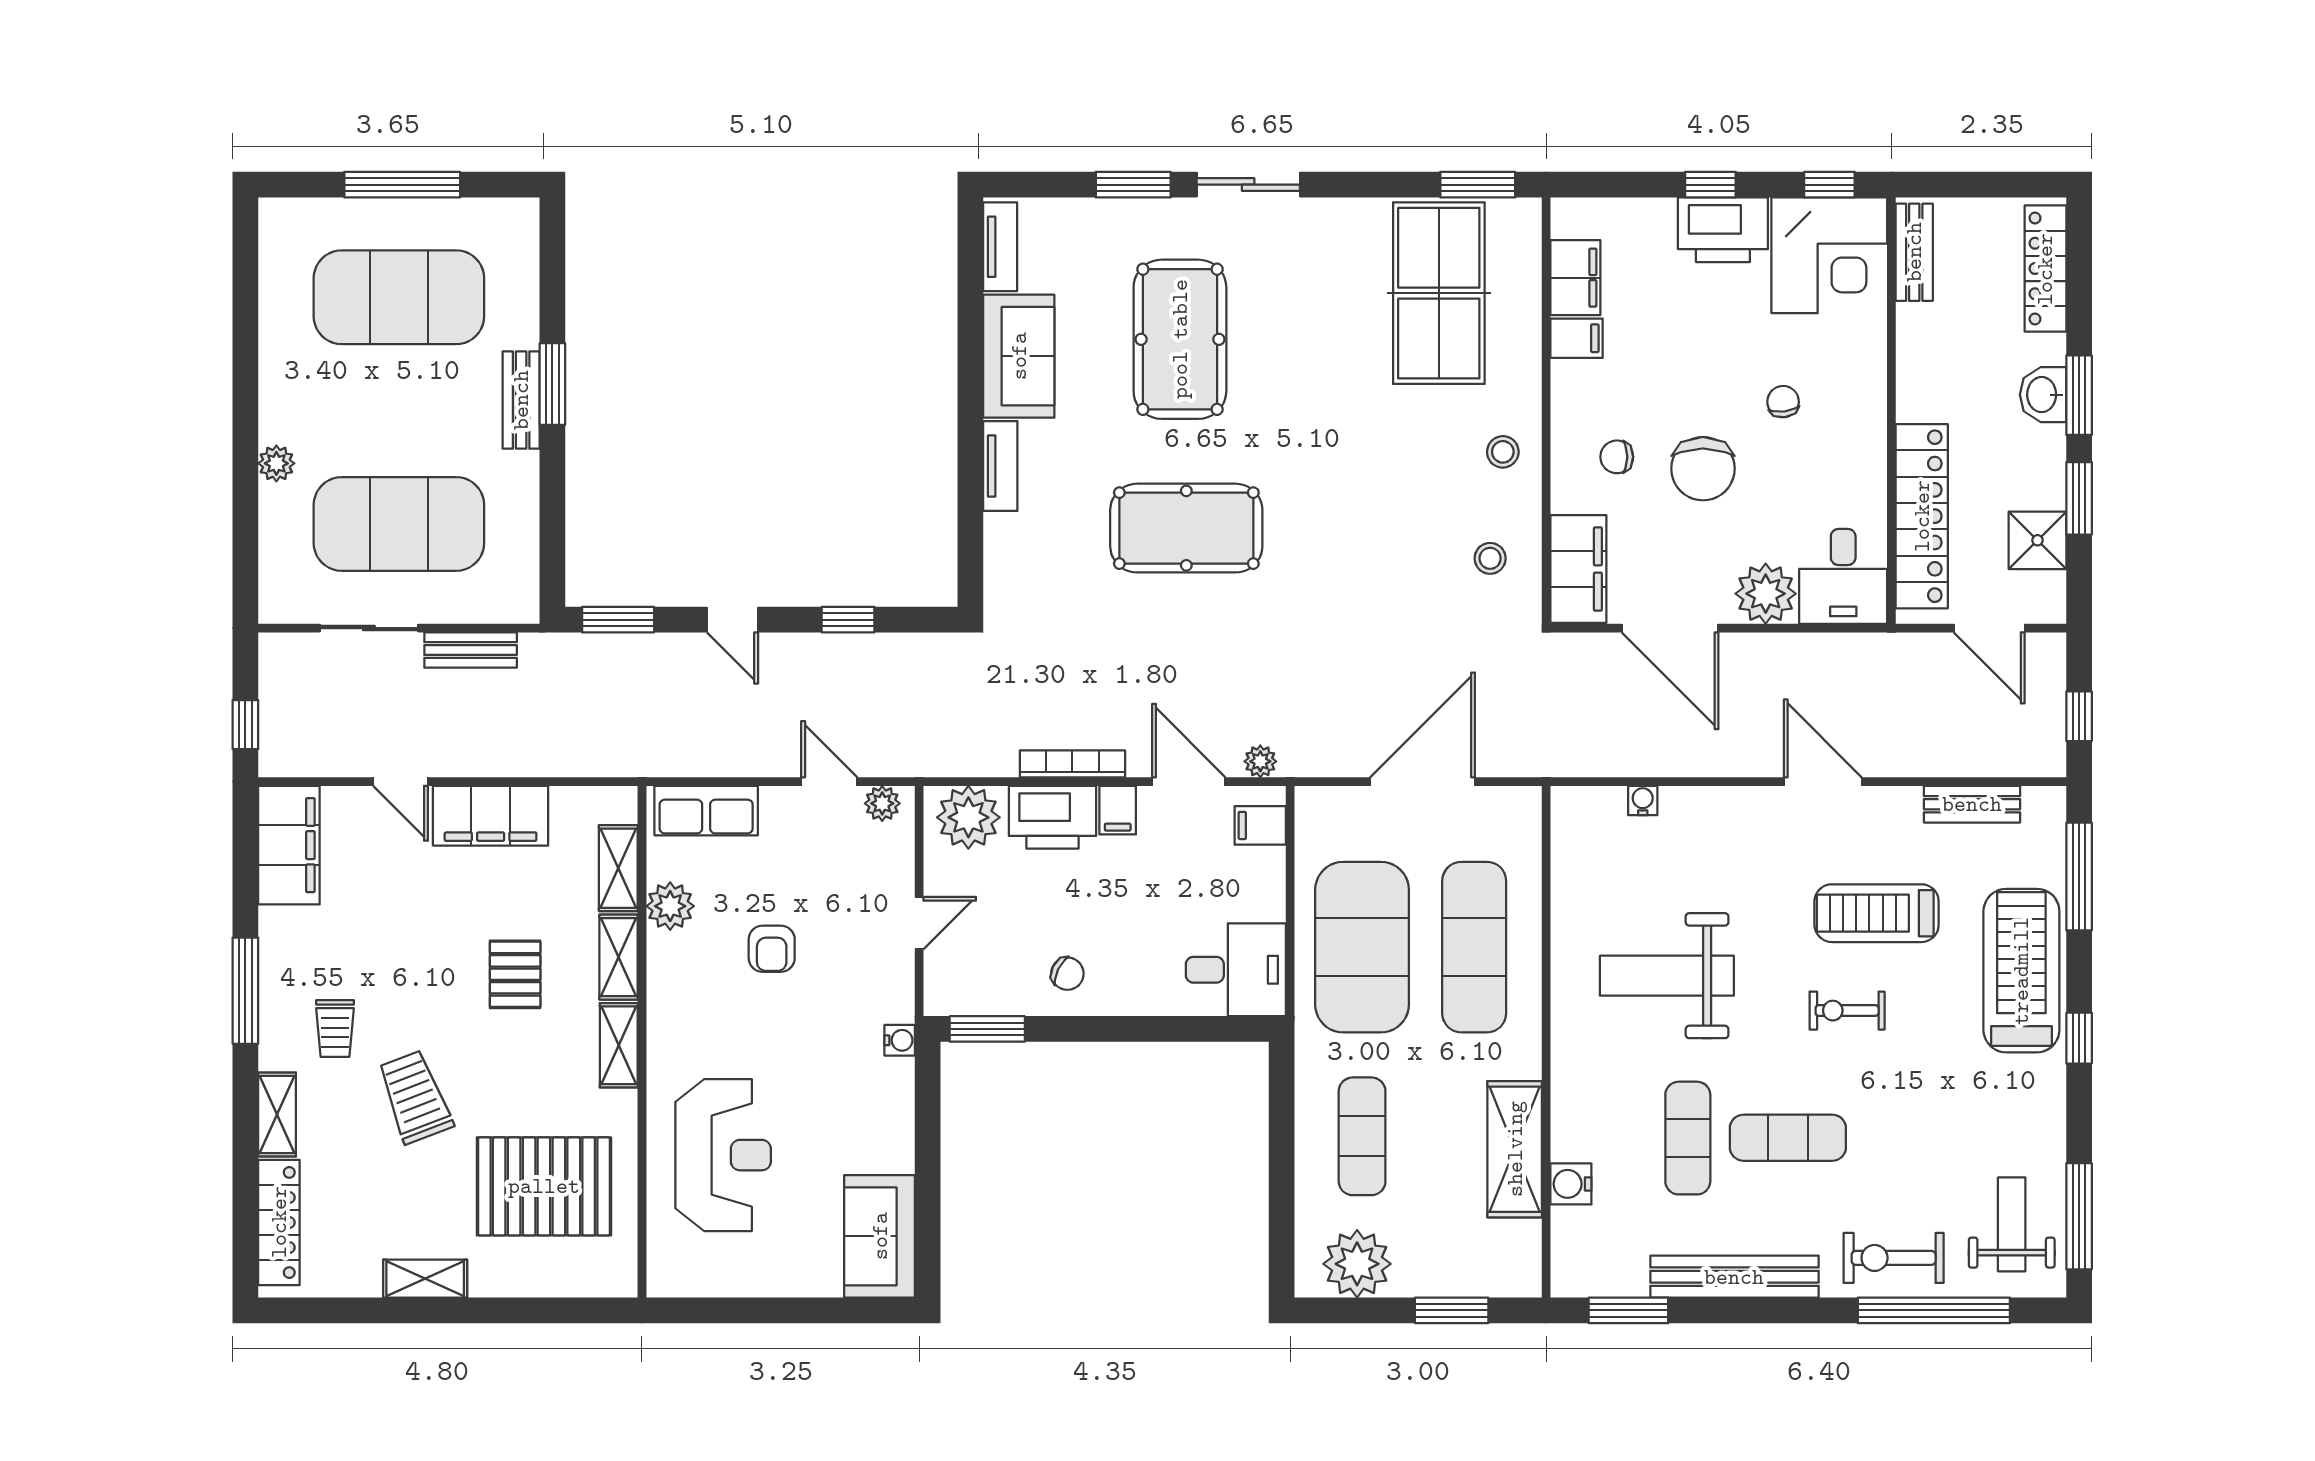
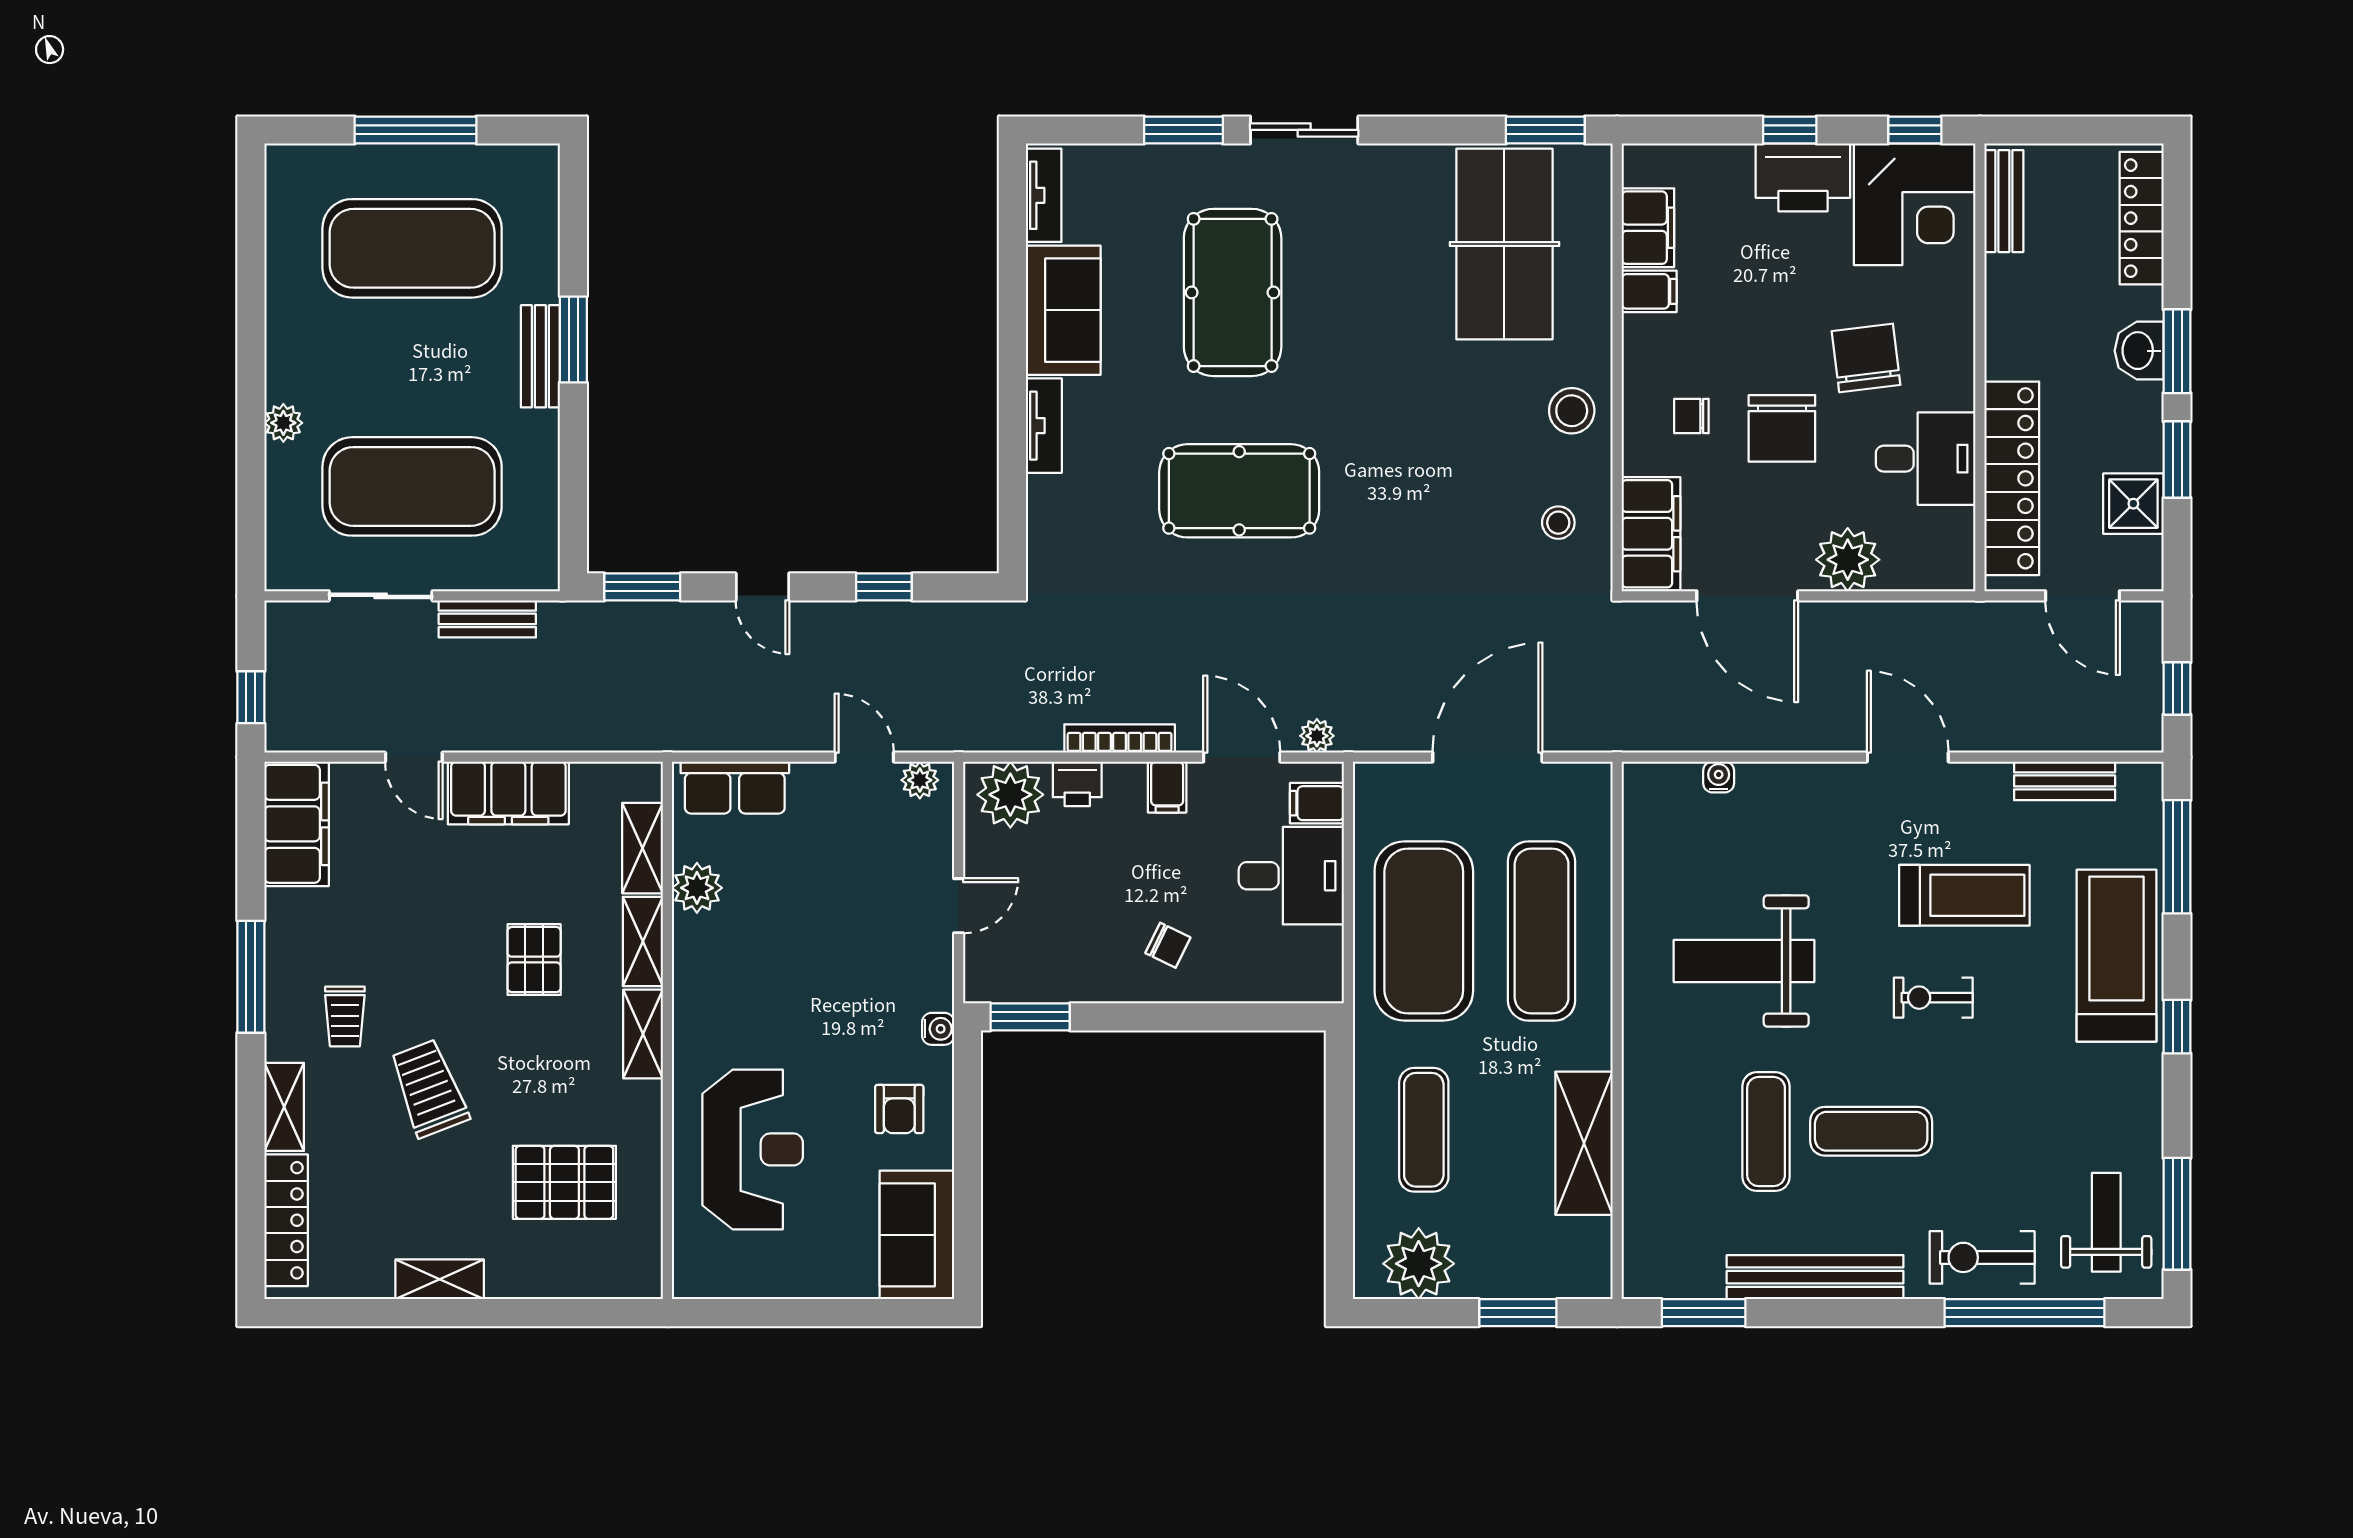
chair: (1783, 402) -> (1866, 358), width x1.87, depth x1.87
stool: (1503, 452) -> (1572, 411), width x1.37, depth x1.37
desk: (1843, 576) -> (1926, 459), moved, turned -90
printer: (1052, 817) -> (1077, 784), width x0.53, depth x0.68
treadmill: (1877, 913) -> (1964, 895), turned 180
armchair: (772, 949) -> (899, 1109), moved
desk: (1236, 970) -> (1291, 876), moved
chair: (1067, 974) -> (1168, 945), moved
water cooler: (1571, 1184) -> (1643, 1180), removed
pallet: (544, 1186) -> (564, 1182), width x0.73, depth x0.71

